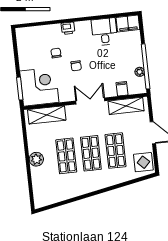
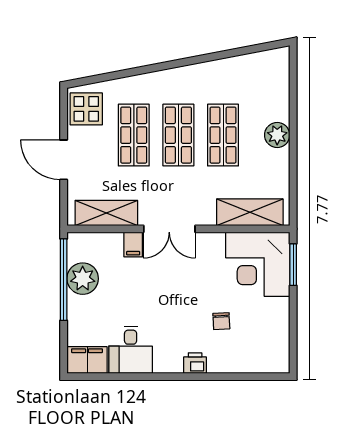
chair: (76, 66) -> (188, 294), removed
plant: (140, 72) -> (83, 279), width x1.87, depth x1.87
filing cabinet: (122, 89) -> (133, 245), moved

